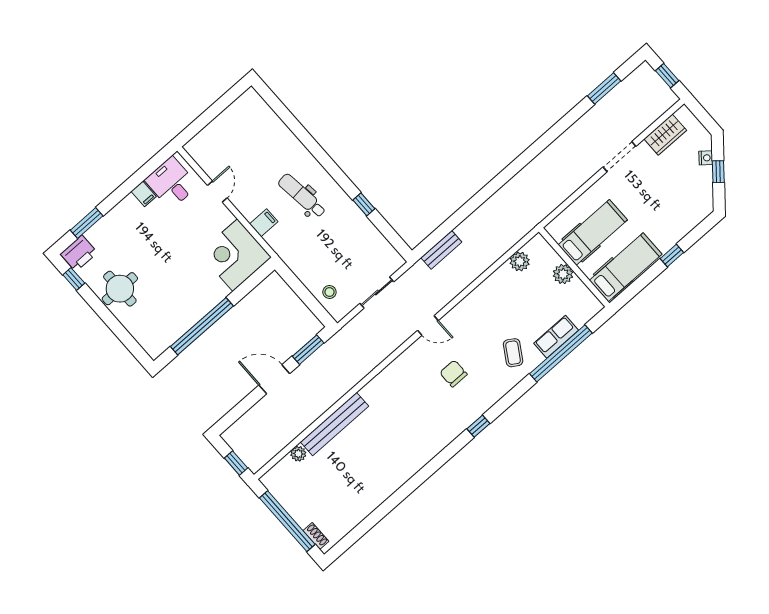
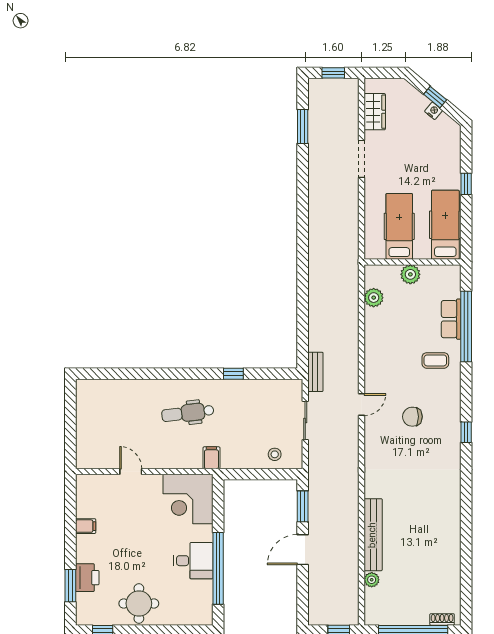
nightstand: (706, 158) -> (433, 111), moved
desk: (171, 183) -> (193, 561), moved, turned 180
filing cabinet: (264, 223) -> (211, 458), moved
bench: (441, 250) -> (315, 372), moved
printer: (79, 253) -> (87, 578), moved
coffee table: (513, 353) -> (435, 360), turned -32

